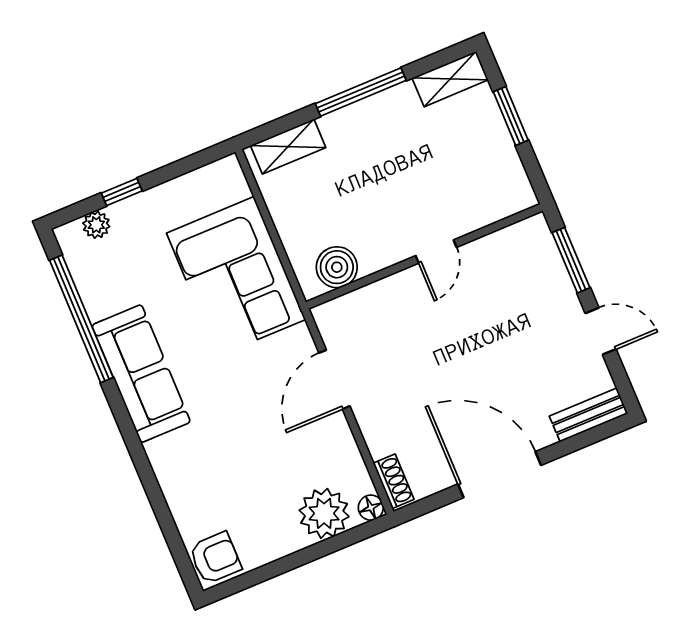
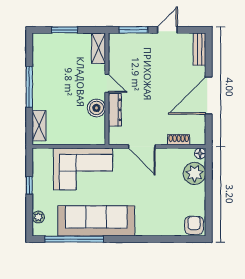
shelving: (450, 79) -> (99, 48), moved
window: (122, 192) -> (29, 185), moved
boiler: (337, 267) -> (96, 108), moved
dresser: (387, 291) -> (115, 110), added
sofa: (141, 374) -> (96, 221), width x1.36, depth x1.27
shoe rack: (394, 481) -> (179, 140), moved

